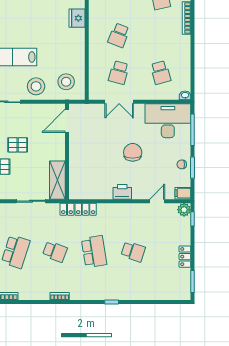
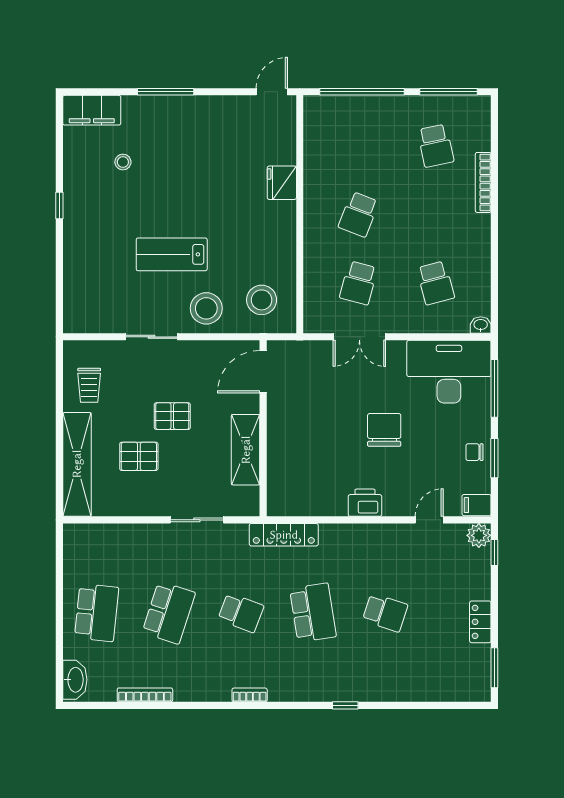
shelving: (57, 180) -> (246, 450), moved

